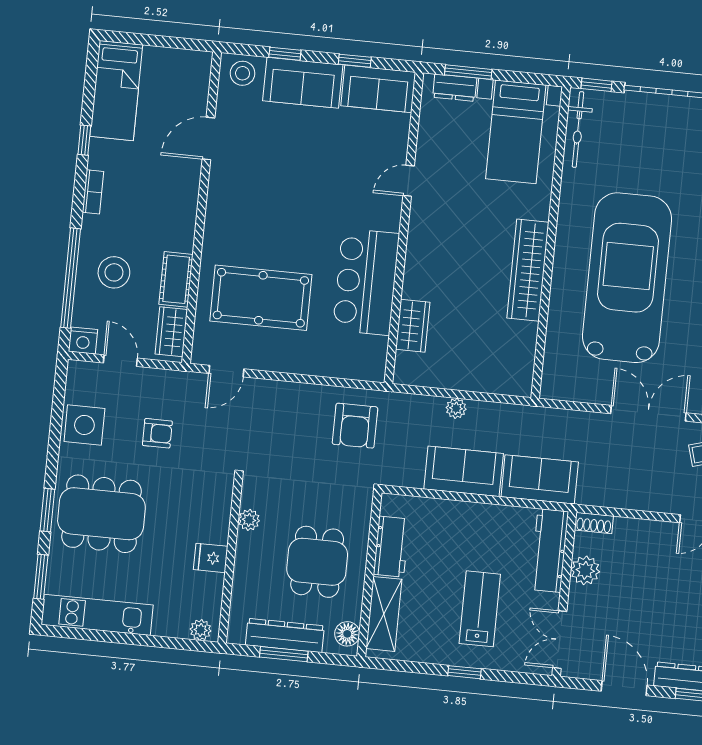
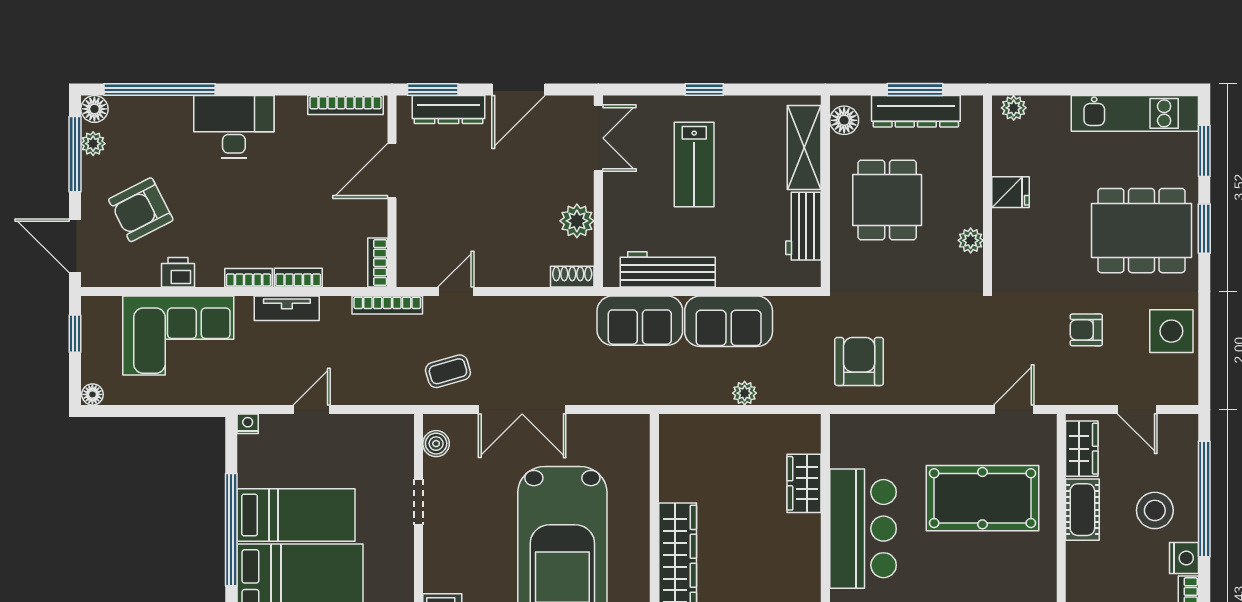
nightstand: (83, 341) -> (1184, 558), moved, turned 90
workbench: (549, 550) -> (668, 269), moved, turned -90
door: (624, 688) -> (518, 90), hinge flipped

